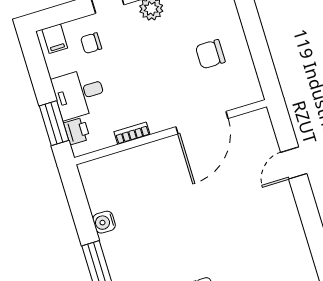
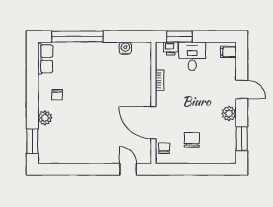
chair: (91, 43) -> (164, 148), moved
door: (294, 163) -> (128, 169), moved
water cooler: (104, 222) -> (125, 48), moved

